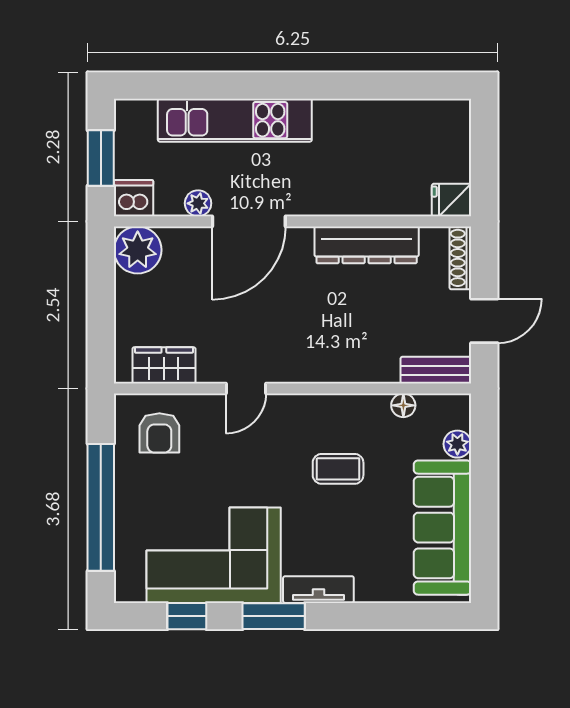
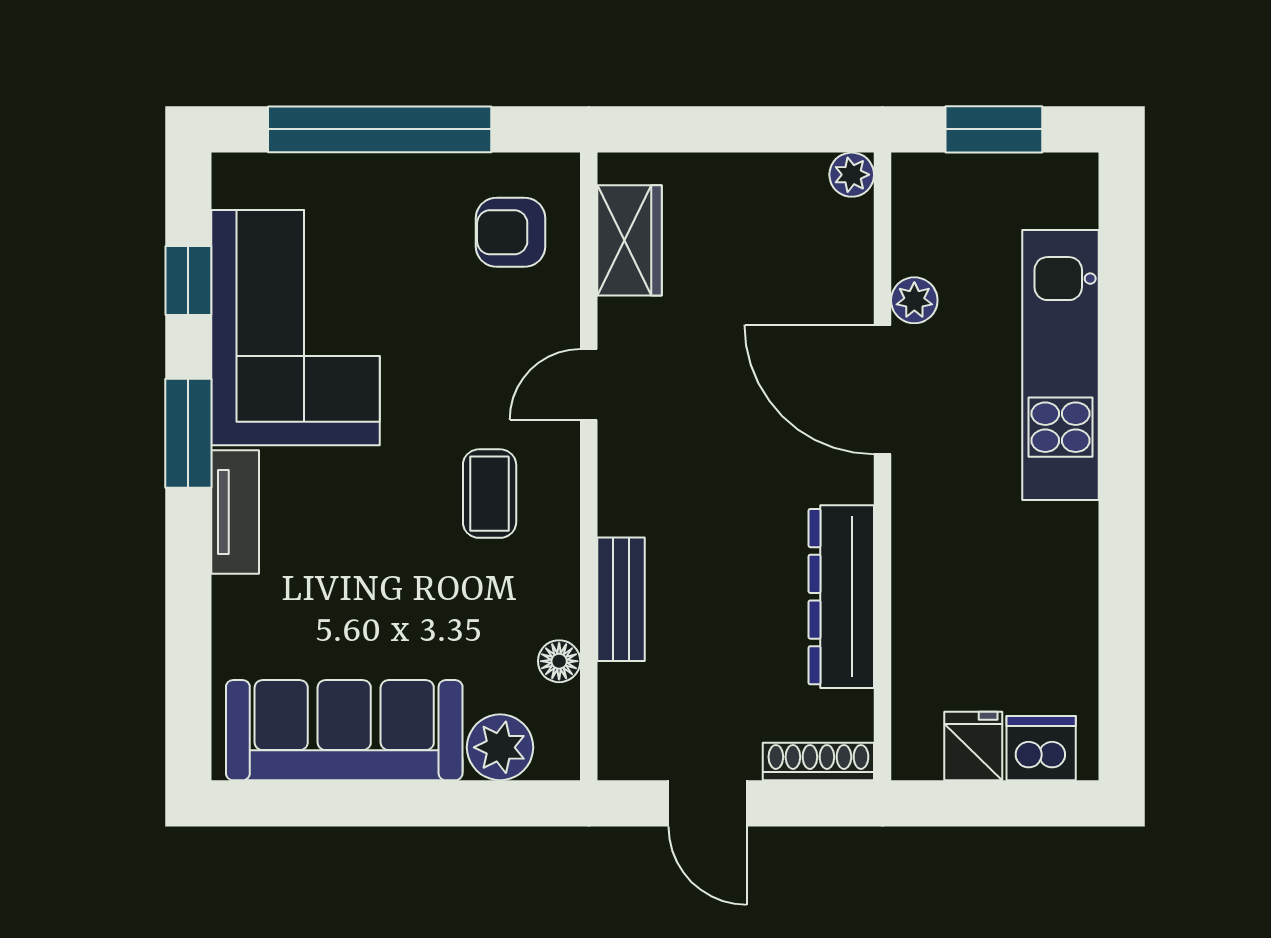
dishwasher: (134, 198) -> (1041, 748), moved, turned -90
fridge: (451, 200) -> (973, 746), moved
plant: (138, 250) -> (852, 175), width x0.53, depth x0.53
bench: (436, 370) -> (621, 599), moved
door: (246, 388) -> (589, 385), hinge flipped
plant: (457, 444) -> (500, 747), width x1.38, depth x1.38
coffee table: (338, 469) -> (490, 494), moved

